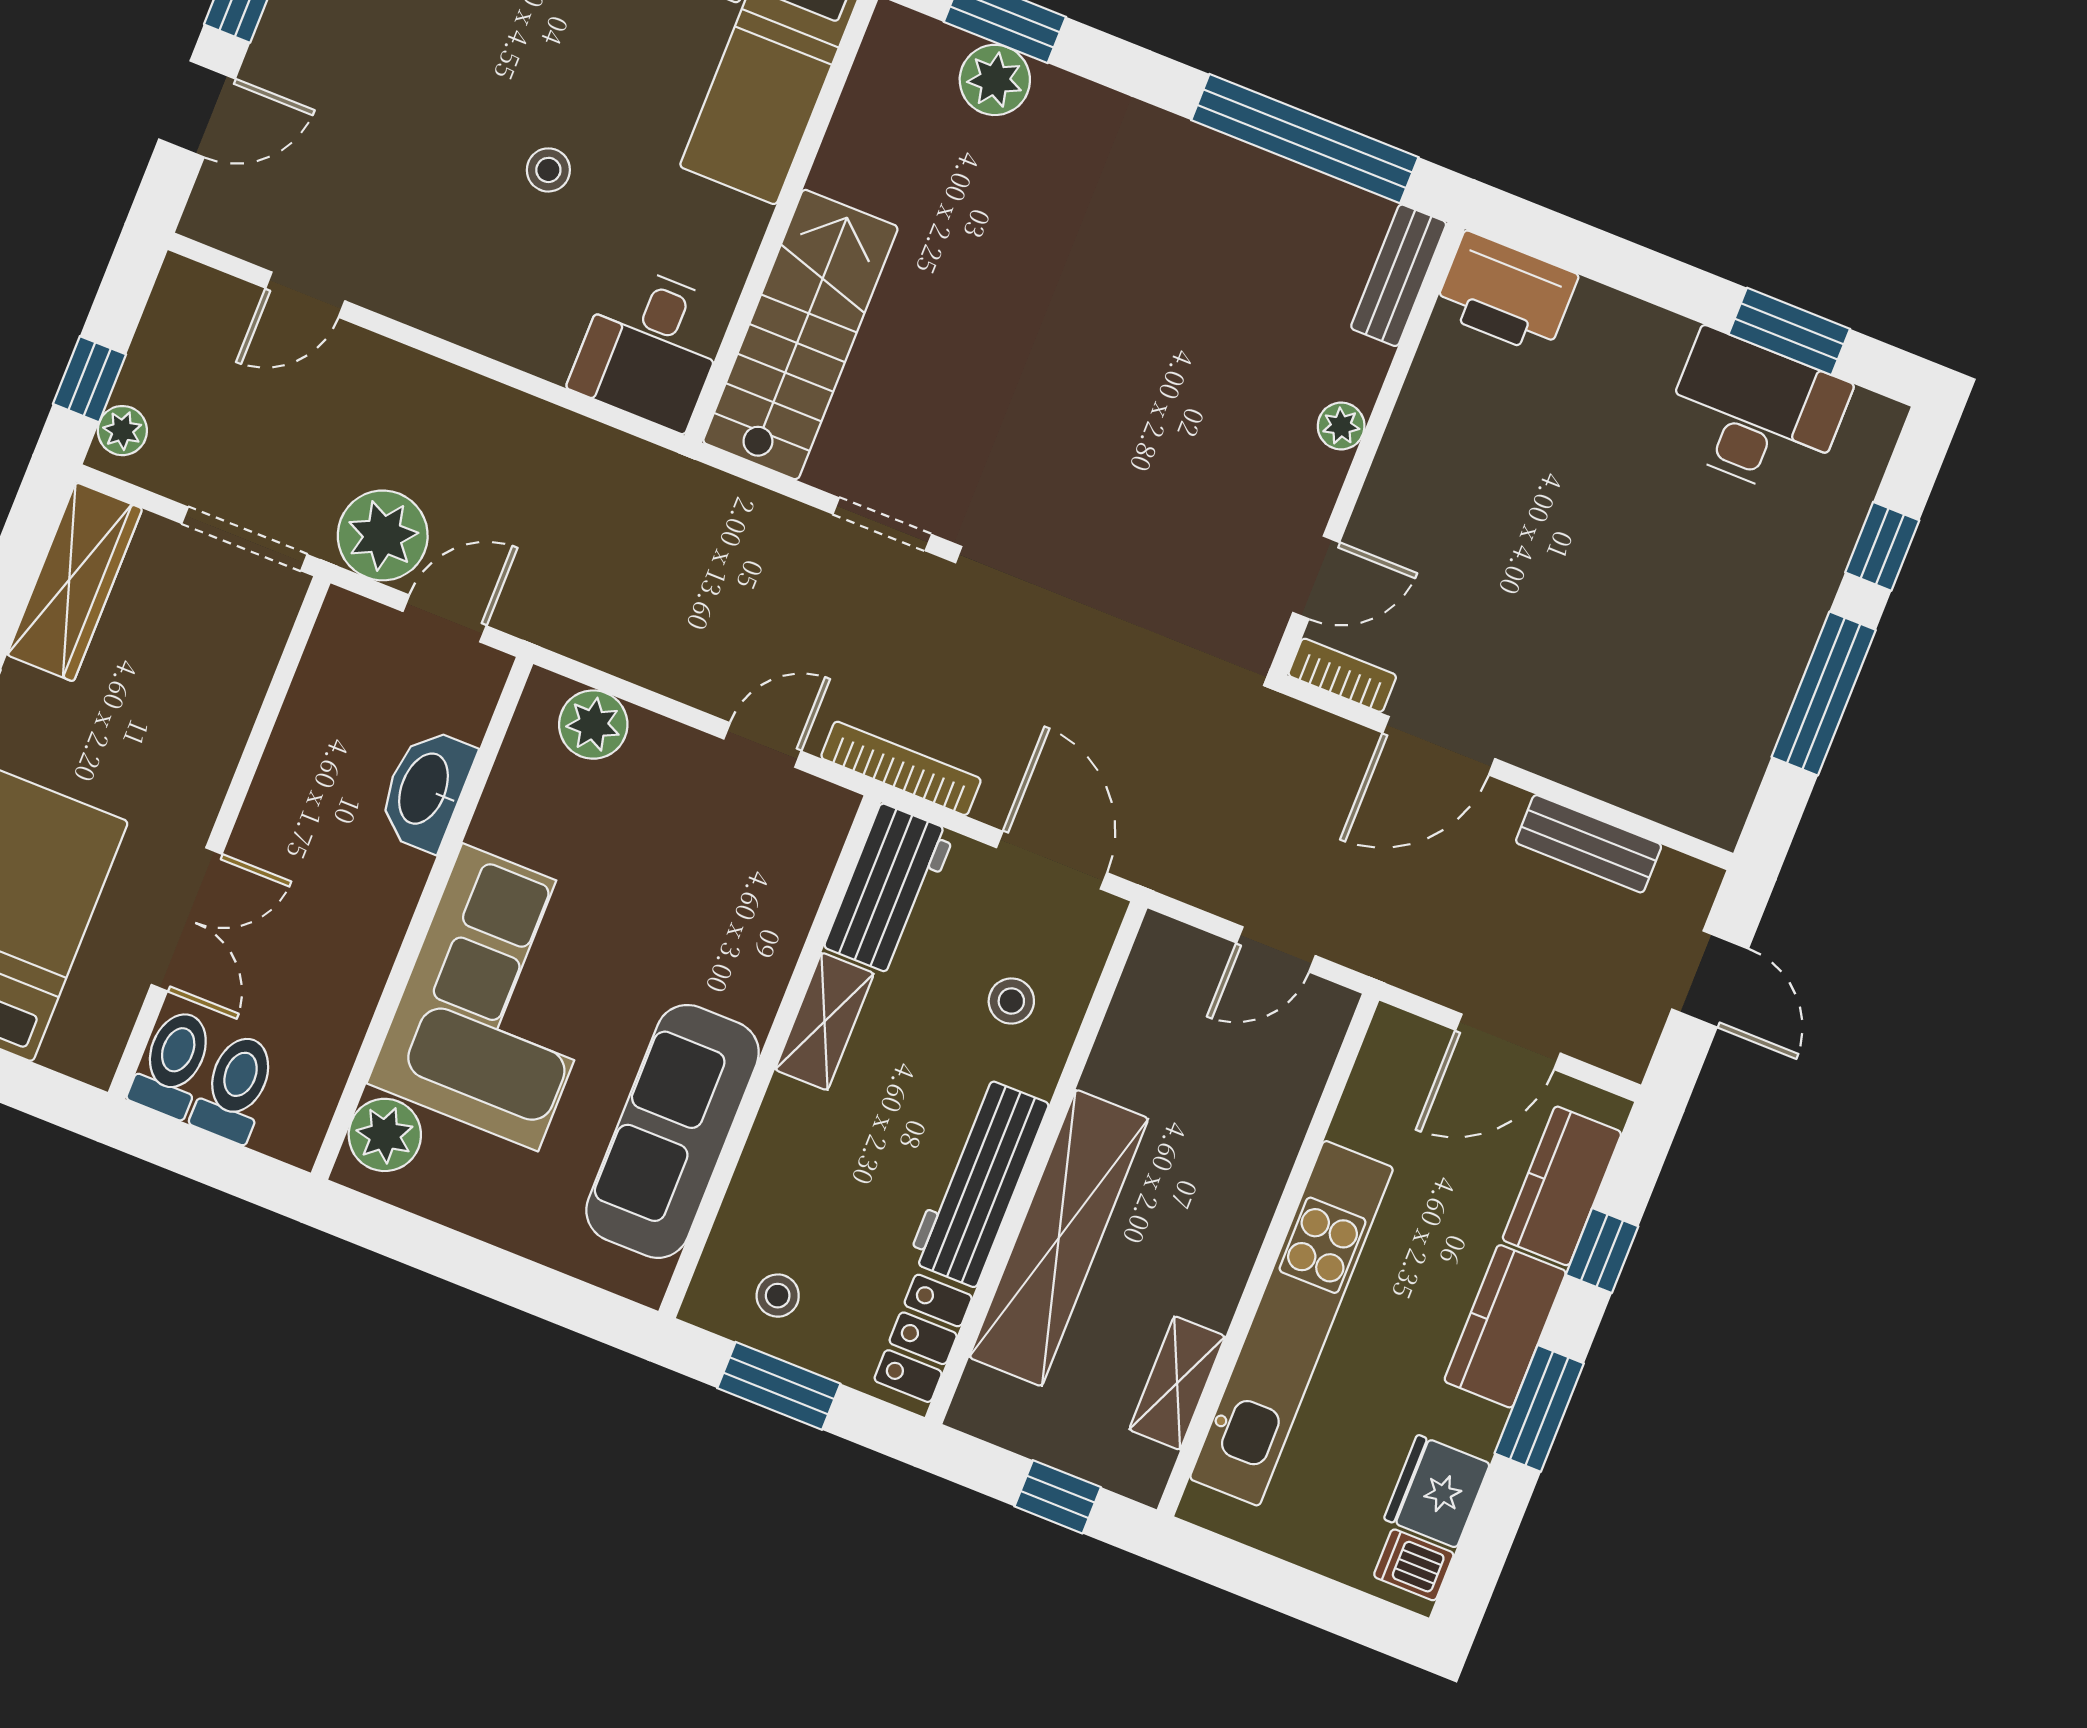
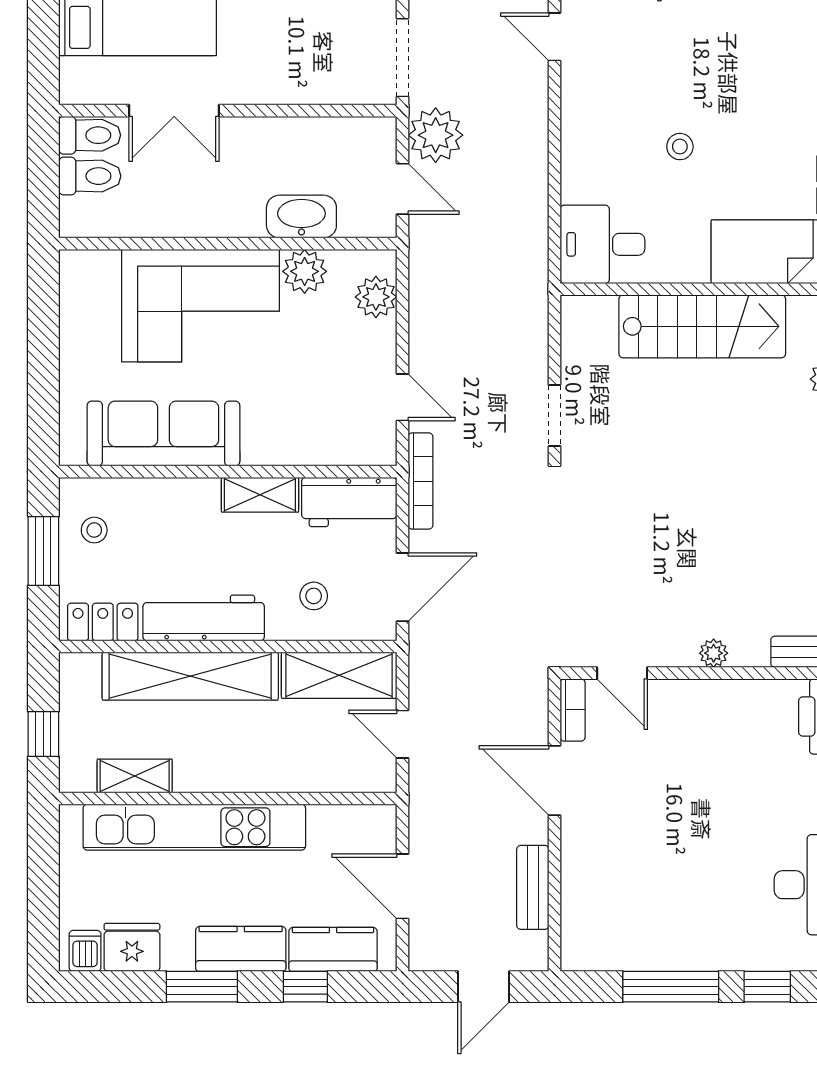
stairs: (800, 335) -> (702, 326), moved
shelving: (1148, 1010) -> (339, 675), added
plant: (385, 1135) -> (305, 271), moved

